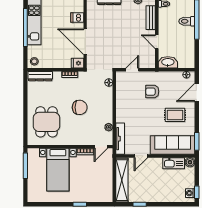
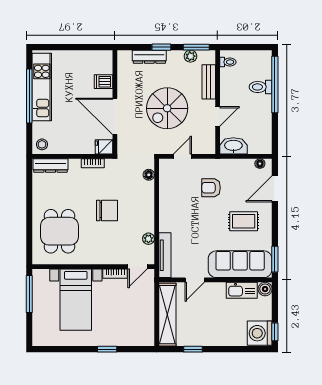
spiral stairs: (122, 36) -> (167, 108), added
door: (157, 42) -> (218, 116), swing flipped
washing machine: (190, 193) -> (260, 333), width x1.89, depth x1.89

